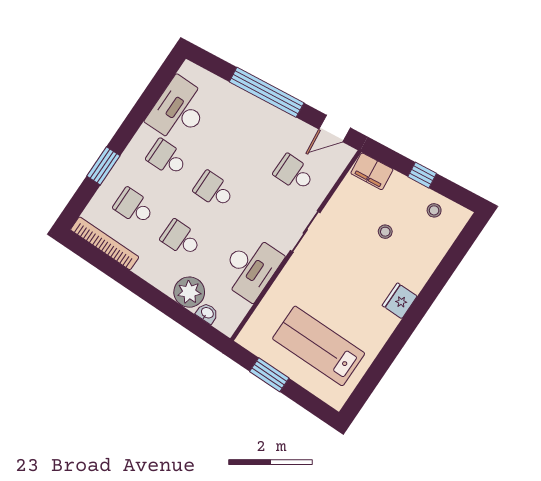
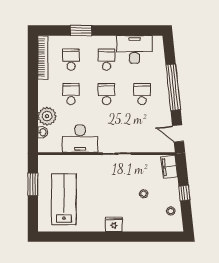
school desk: (294, 173) -> (142, 94), moved

